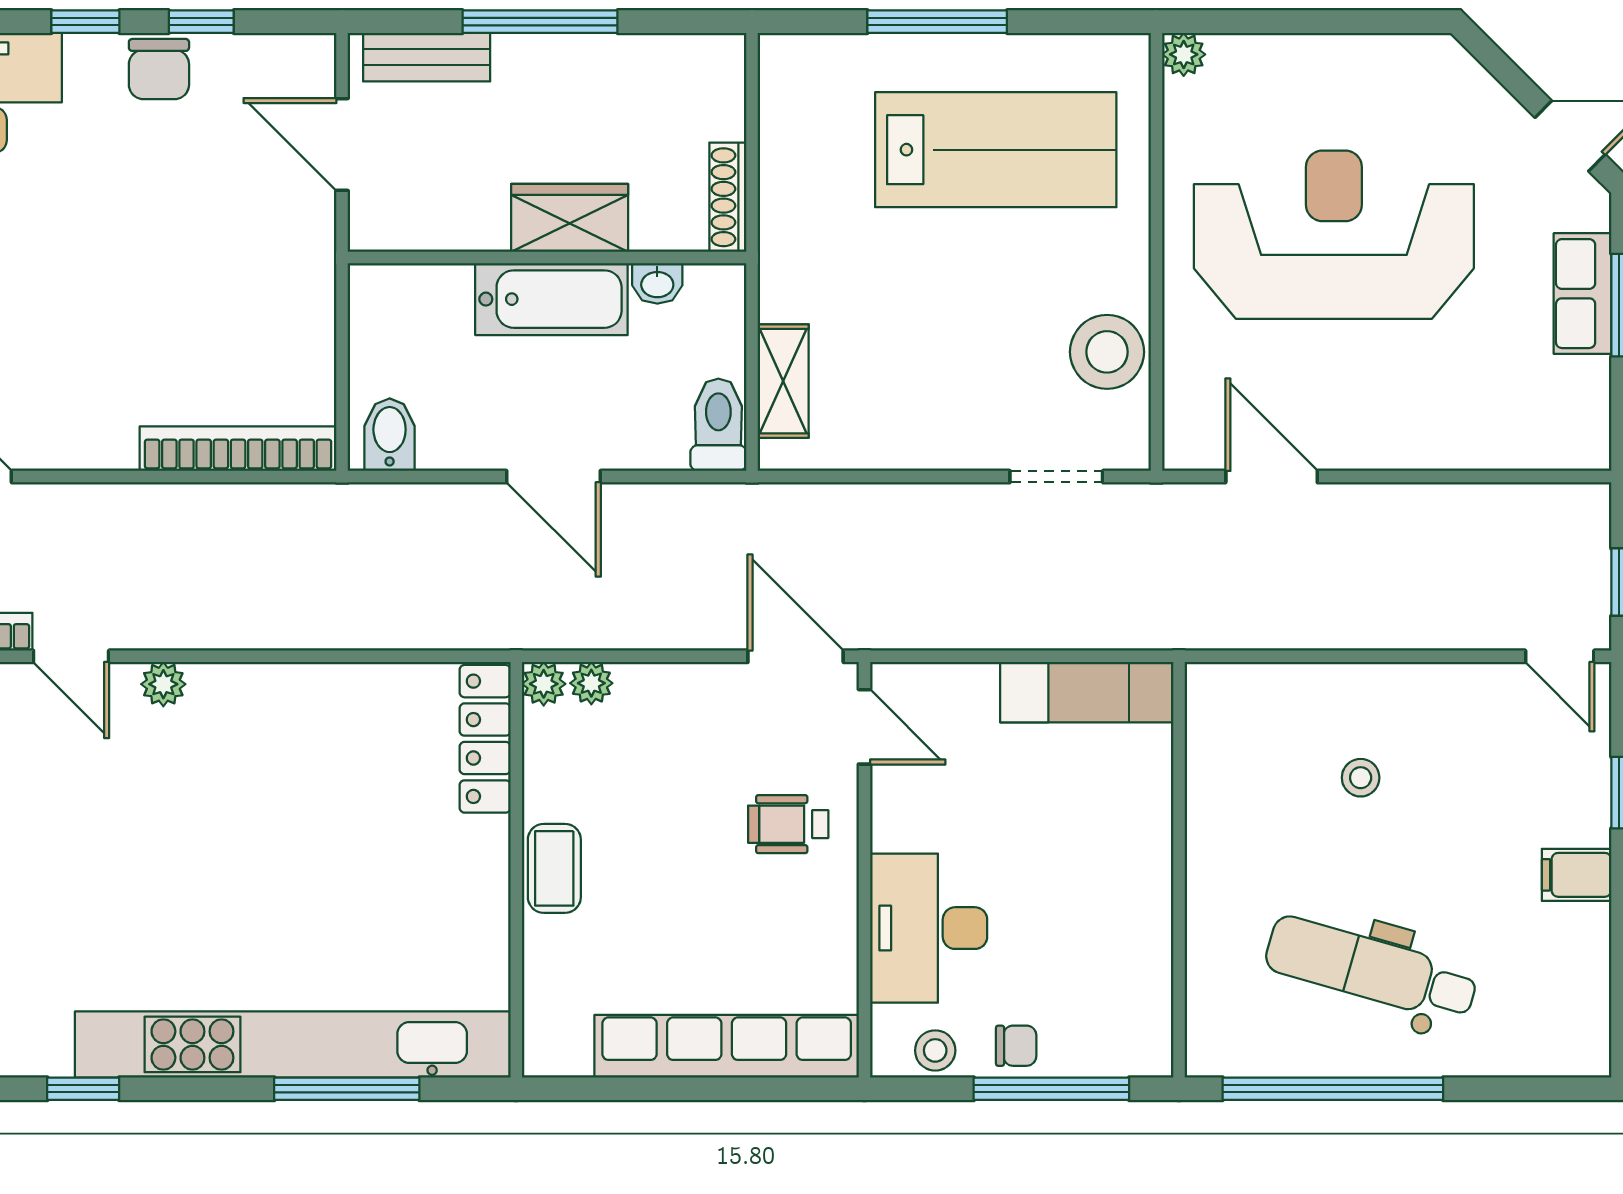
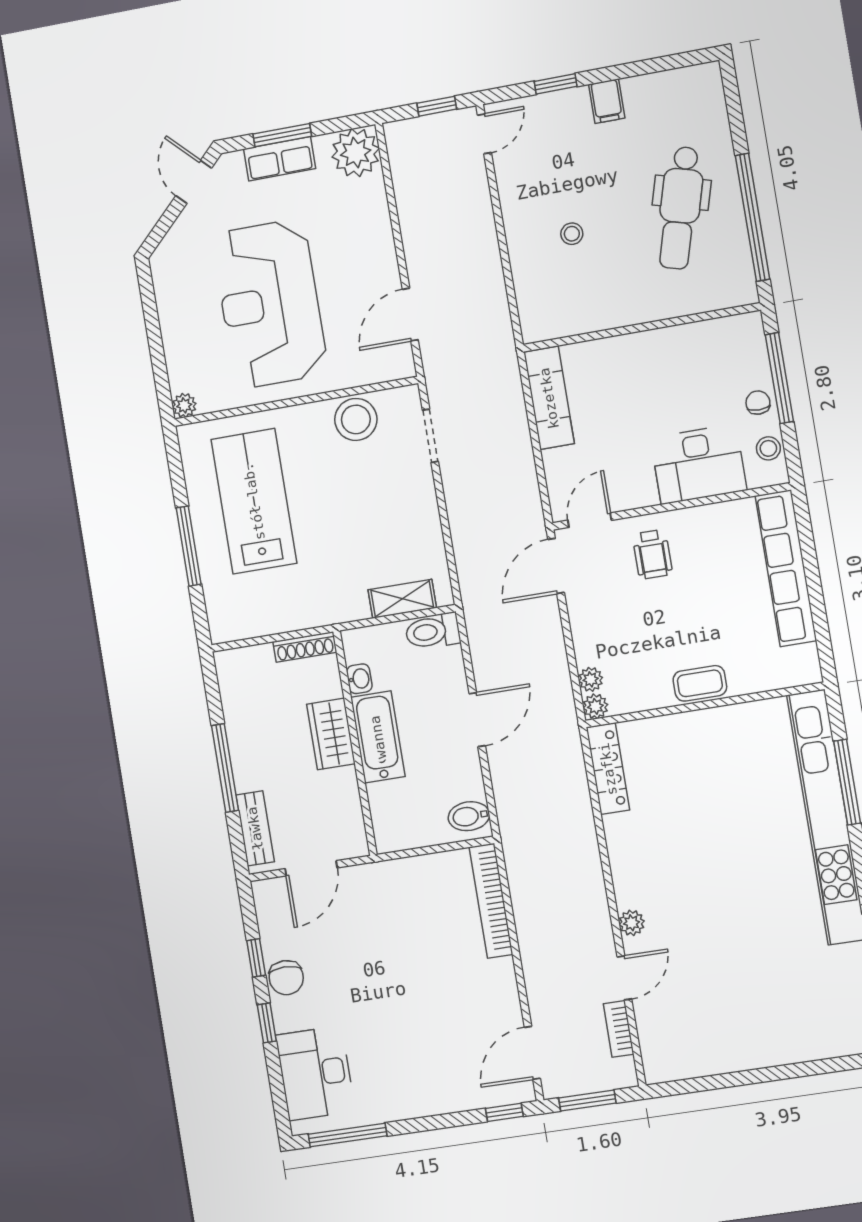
chair: (159, 69) -> (286, 978), turned 90
plant: (1569, 428) -> (356, 153), added
locker: (485, 739) -> (608, 769), moved, turned -90

